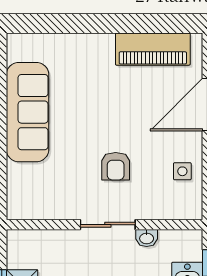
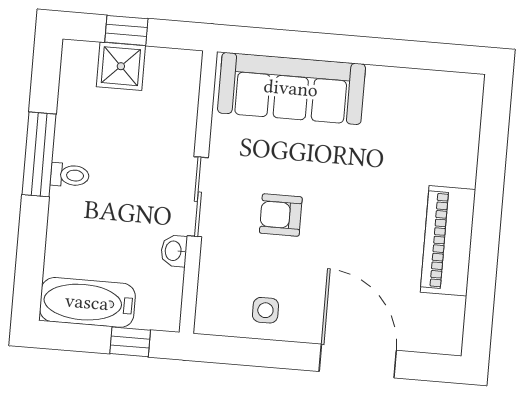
piano: (153, 49) -> (448, 241), moved
sofa: (28, 112) -> (291, 88), moved

